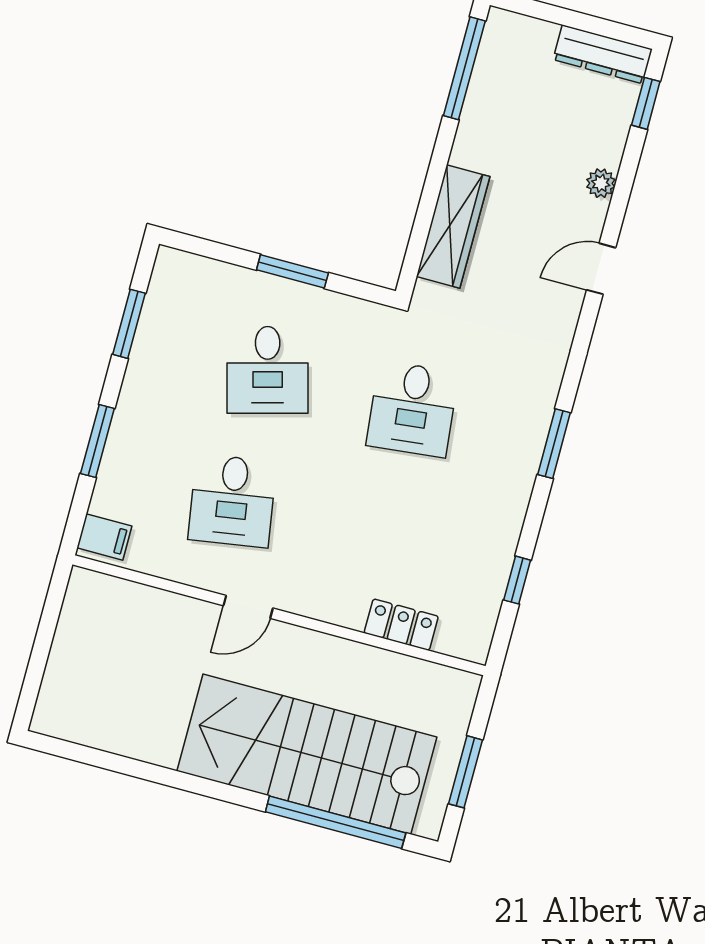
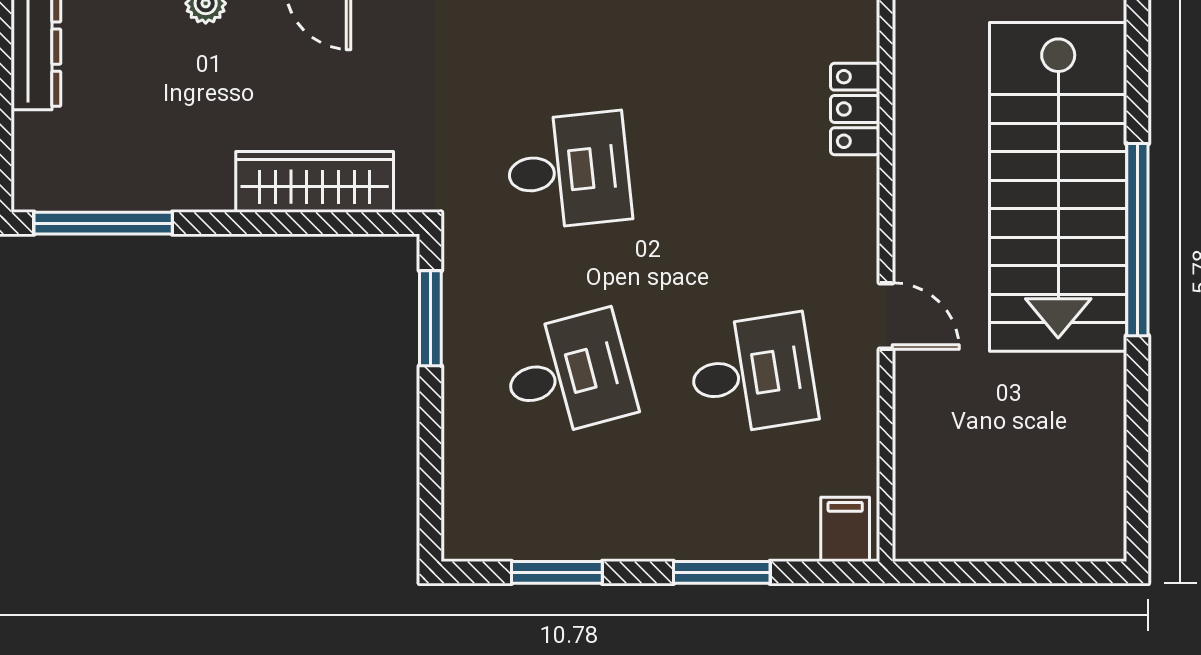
window: (292, 271) -> (430, 318), moved
window: (336, 822) -> (1137, 240), moved

